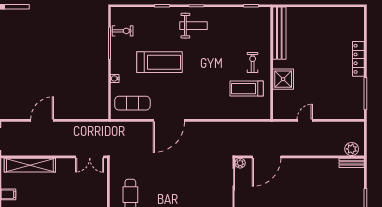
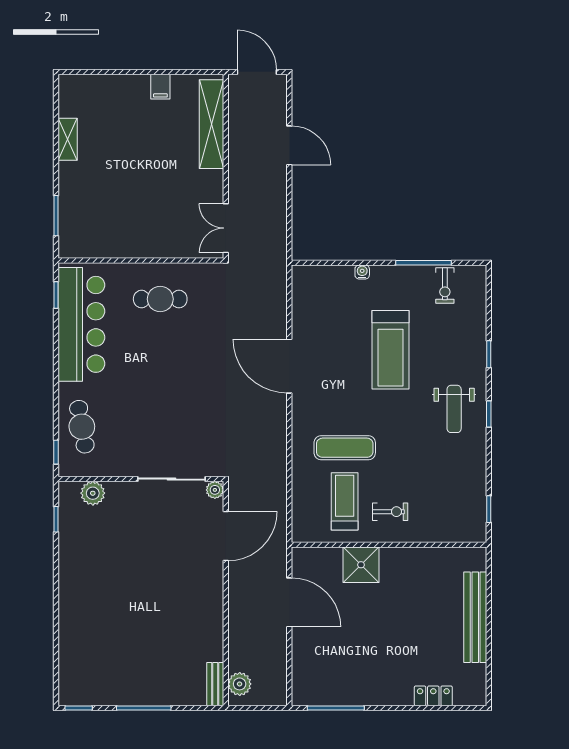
bench: (279, 33) -> (475, 617), moved, turned 90
locker: (358, 59) -> (433, 696), moved, width x0.66
exercise mat: (132, 103) -> (345, 448), moved, turned 90
door: (305, 120) -> (289, 602), width x1.87
door: (267, 157) -> (226, 536), swing flipped

